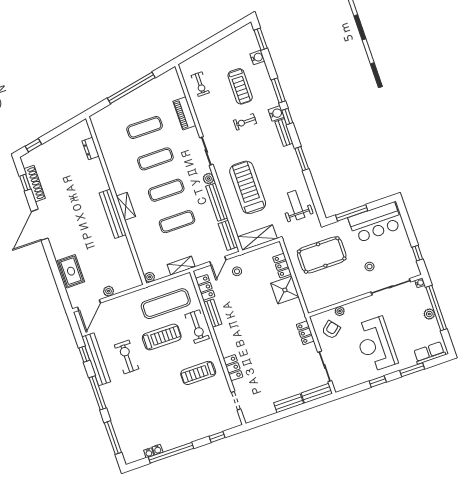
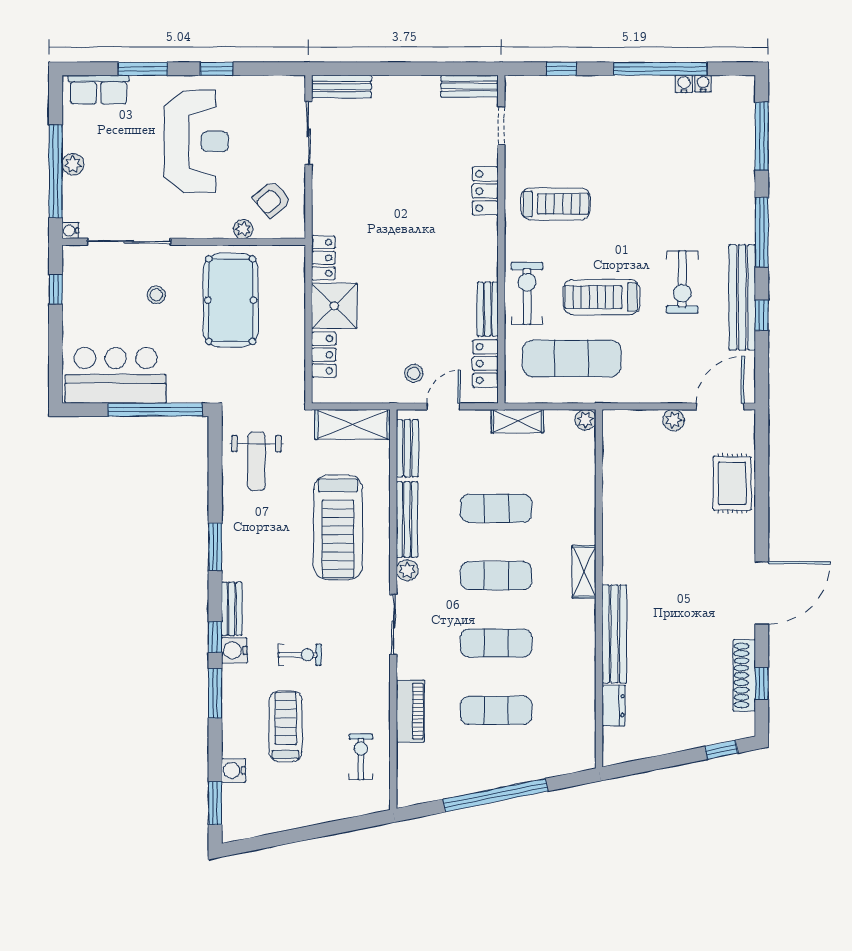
window: (352, 213) -> (155, 410), width x1.46
bench: (113, 214) -> (614, 634), moved
pool table: (322, 255) -> (231, 300), moved, turned 90
locker: (305, 333) -> (323, 258), moved
bench: (289, 403) -> (470, 86), moved

